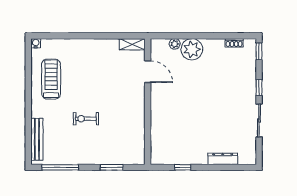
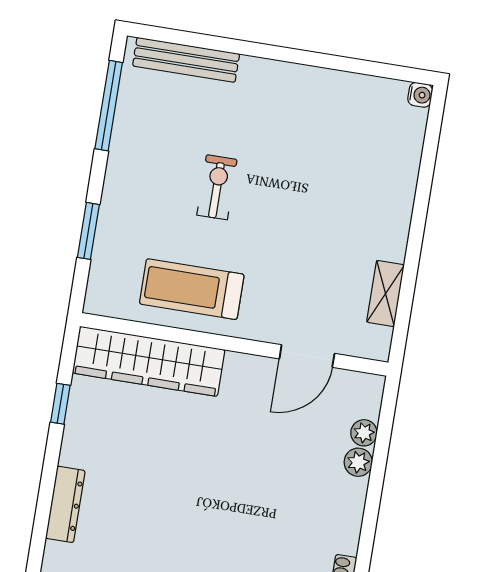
shelving: (132, 44) -> (386, 294), moved
plant: (192, 49) -> (358, 462), width x0.53, depth x0.53
treadmill: (51, 79) -> (192, 289), moved, turned 180
wardrobe: (160, 135) -> (148, 361), added

